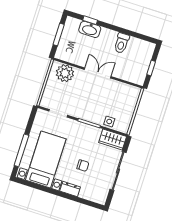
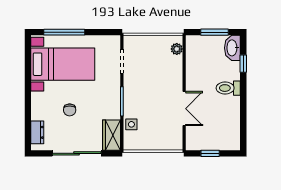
washbasin: (90, 29) -> (232, 48), moved
toilet: (122, 43) -> (228, 88), moved
plant: (65, 73) -> (177, 49), width x0.53, depth x0.53
double door: (98, 73) -> (184, 109), moved
dresser: (70, 189) -> (37, 132), moved

